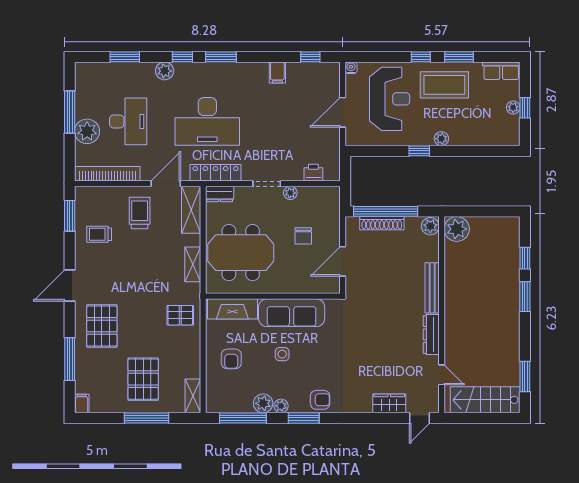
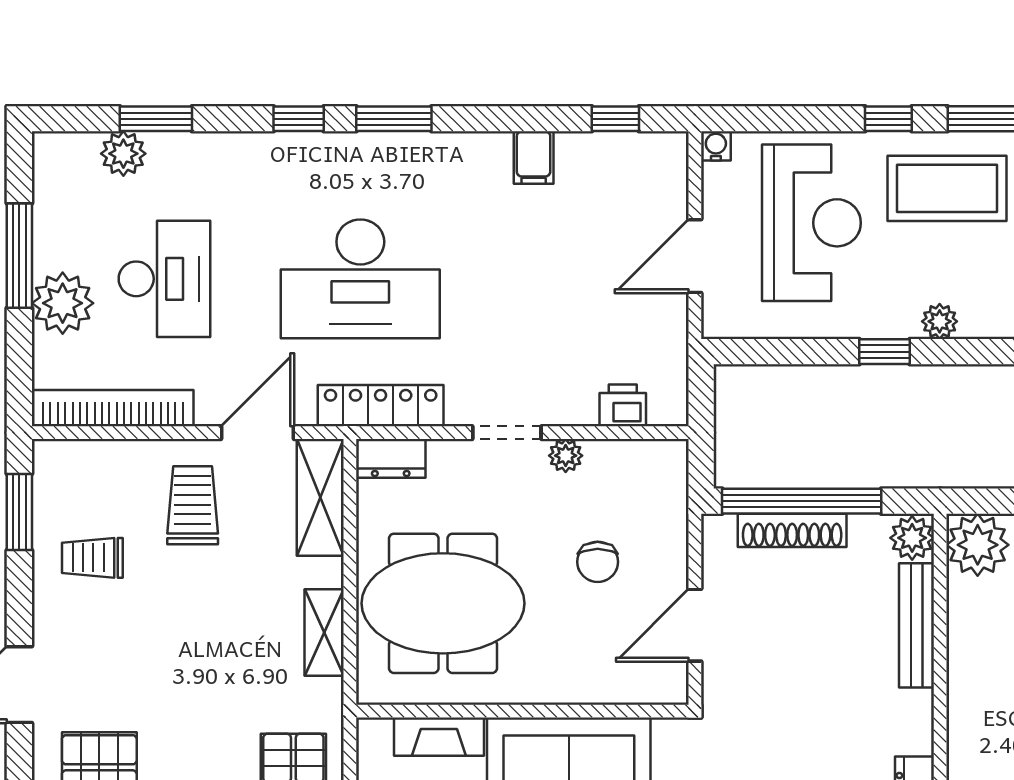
plant: (165, 71) -> (123, 154), moved
bench: (432, 288) -> (917, 625), moved
fireplace: (232, 309) -> (439, 737), width x0.73, depth x0.76

